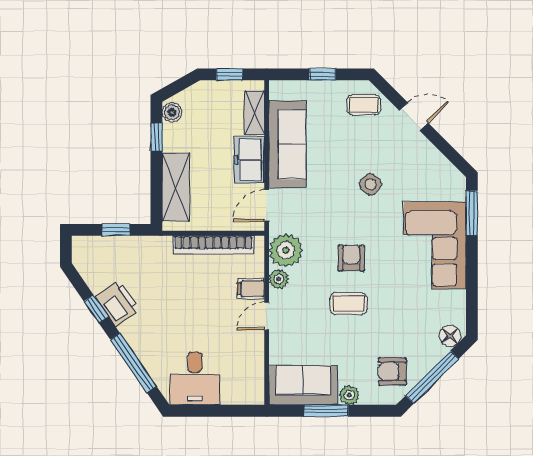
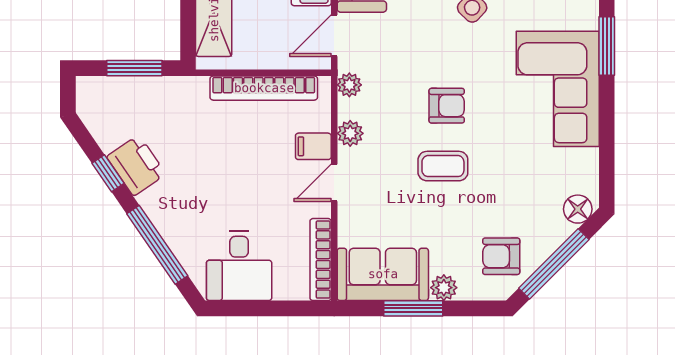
window: (116, 230) -> (134, 68), width x1.50
plant: (286, 250) -> (349, 85), width x0.53, depth x0.53
armchair: (351, 258) -> (447, 106), turned 90
bookcase: (256, 374) -> (321, 260), added

